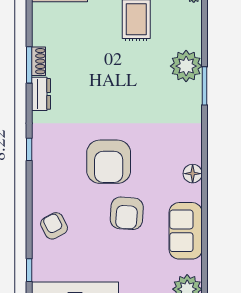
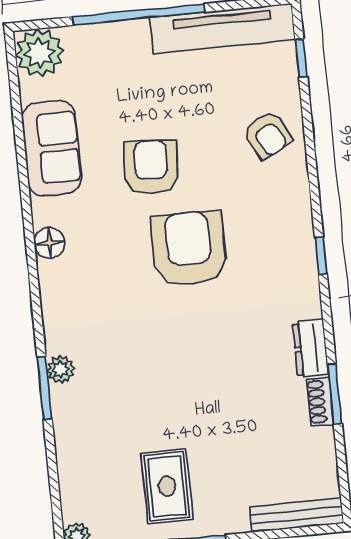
plant: (186, 66) -> (61, 369), moved, width x0.53, depth x0.53

